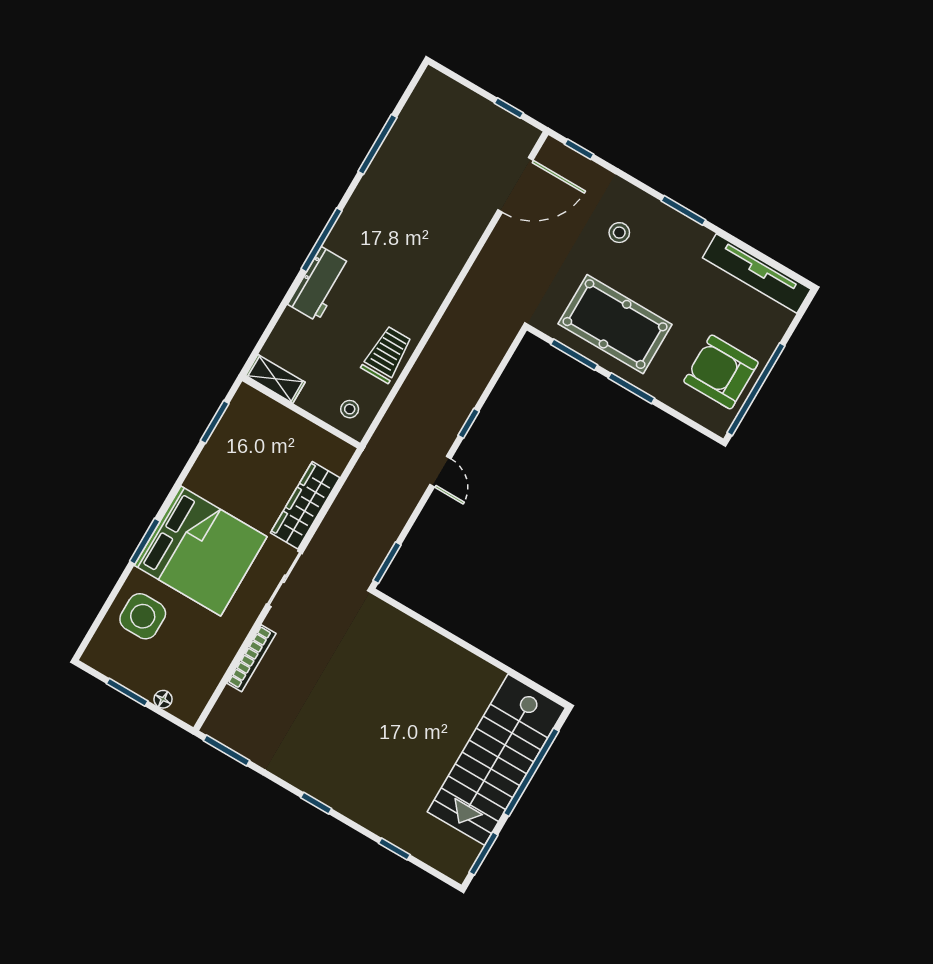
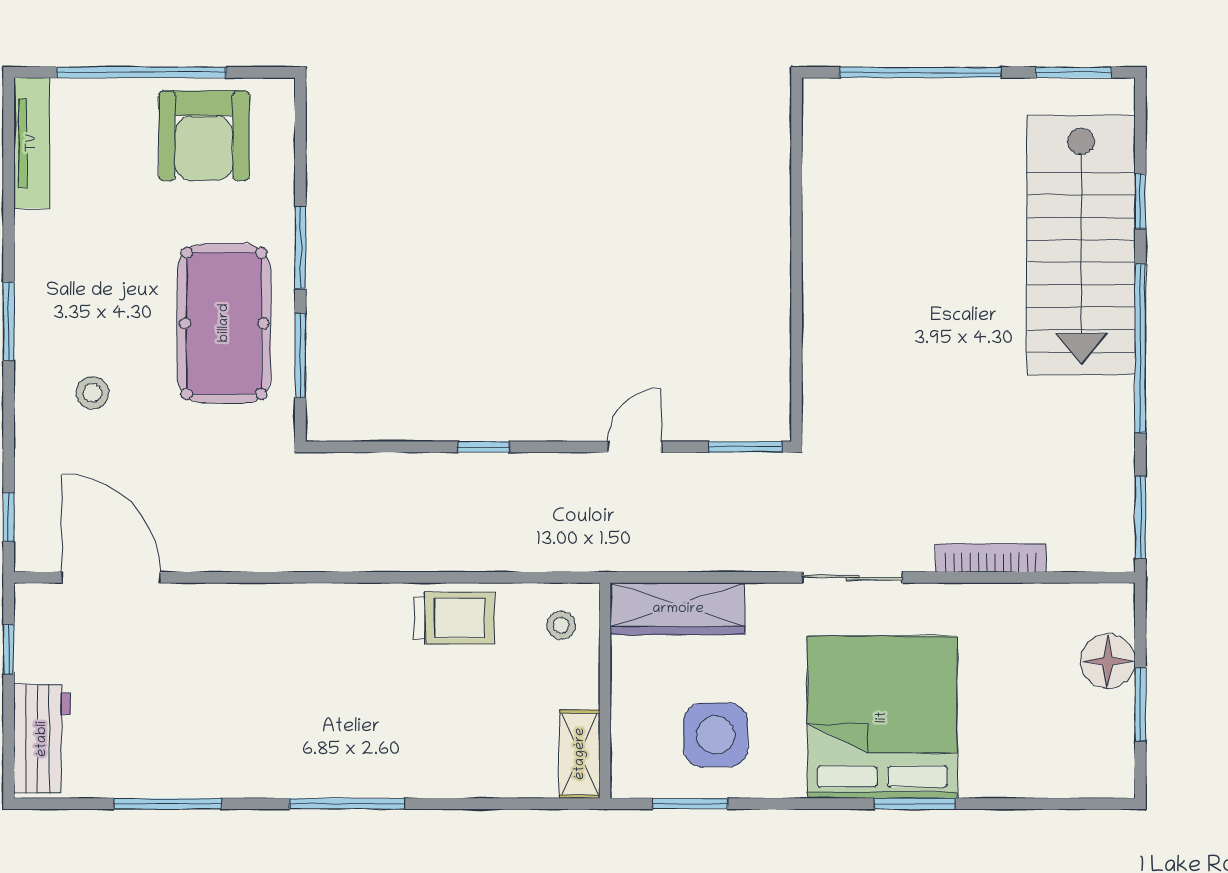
tv unit: (757, 273) -> (32, 143), width x0.73, depth x0.78
workbench: (319, 284) -> (42, 739), moved, turned 90
trolley: (387, 354) -> (454, 618), turned 180
window: (756, 389) -> (141, 72), moved
door: (440, 472) -> (634, 447), moved
wardrobe: (305, 505) -> (678, 609), moved
side table: (143, 616) -> (716, 735), moved
floor lamp: (163, 699) -> (1108, 661), width x1.89, depth x1.89
stairs: (496, 760) -> (1081, 245), moved, turned 90
window: (316, 803) -> (1140, 349), width x3.17

